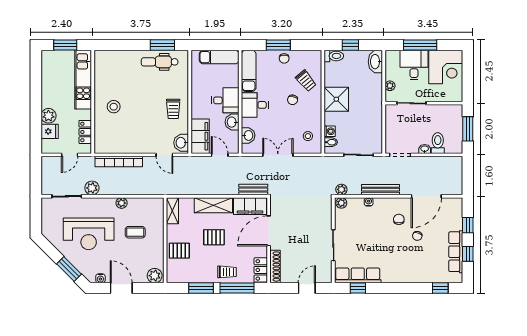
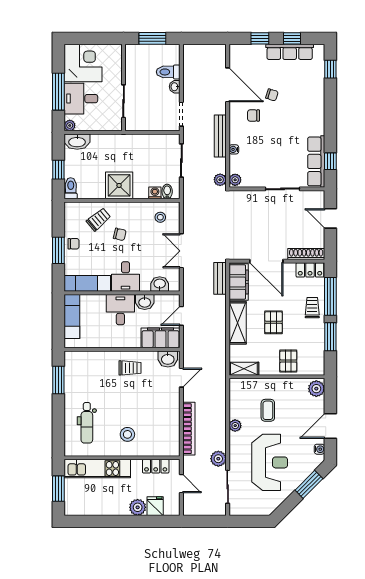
dental chair: (160, 62) -> (87, 423), moved
plant: (390, 86) -> (70, 125), moved

